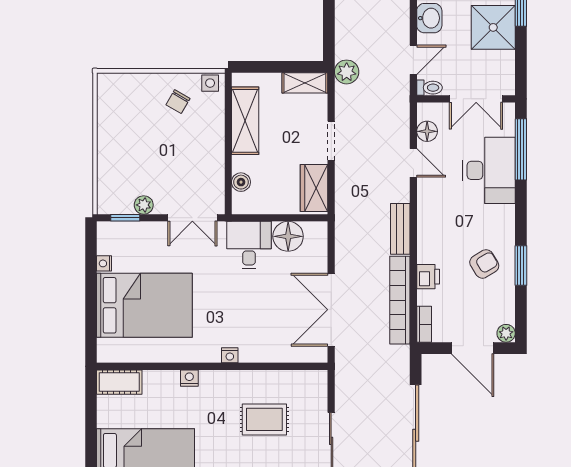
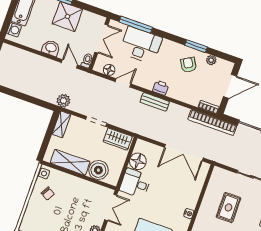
boiler: (241, 182) -> (98, 170), width x1.86, depth x1.86
printer: (428, 277) -> (161, 88), moved
bookcase: (400, 300) -> (212, 122), moved
plant: (506, 333) -> (211, 60), moved

